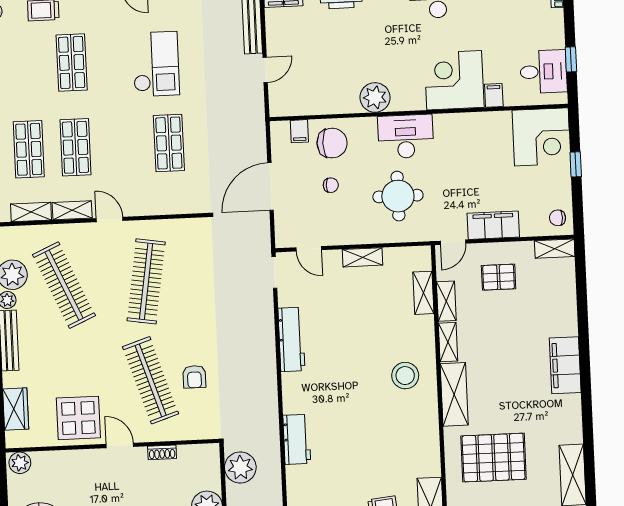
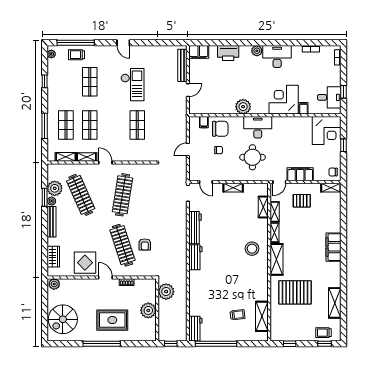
door: (270, 187) -> (188, 149), width x0.53
workbench: (297, 439) -> (195, 257), moved

